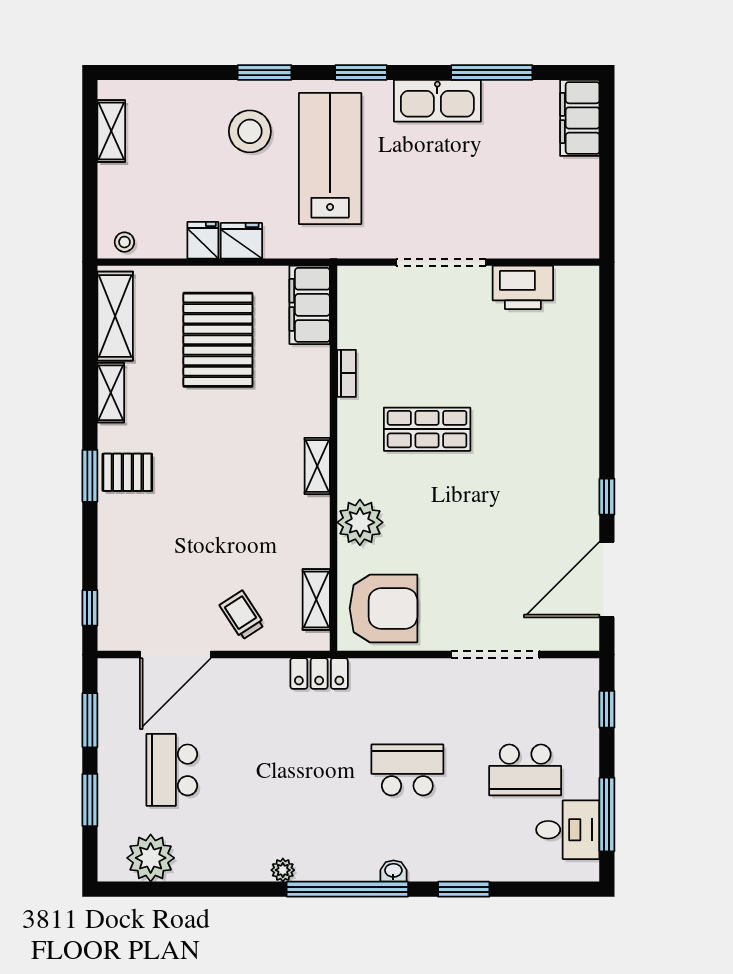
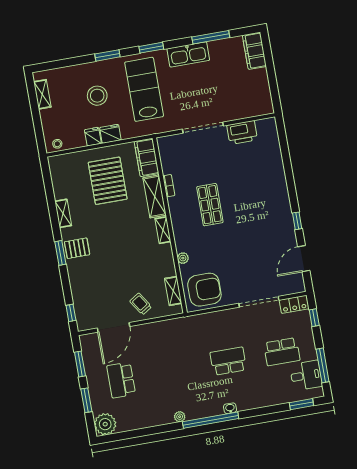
stool: (250, 131) -> (97, 96), moved
shelving: (115, 316) -> (155, 196), moved
shop shelf: (427, 429) -> (210, 205), turned 90
plant: (360, 522) -> (183, 258), width x0.53, depth x0.53
door: (607, 580) -> (304, 259), width x0.73
locker: (319, 673) -> (294, 304), moved
plant: (151, 858) -> (105, 424), moved
window: (464, 889) -> (301, 404), moved

